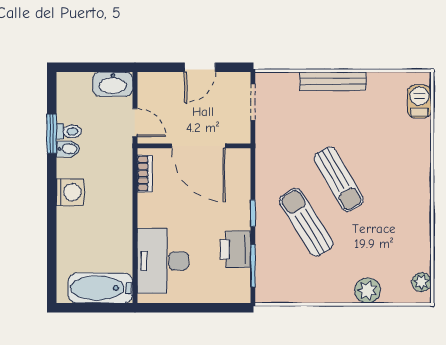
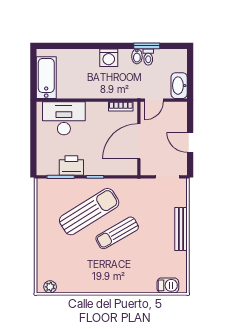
sun lounger: (306, 222) -> (89, 212), width x1.36, depth x1.34
plant: (368, 290) -> (45, 252), removed

